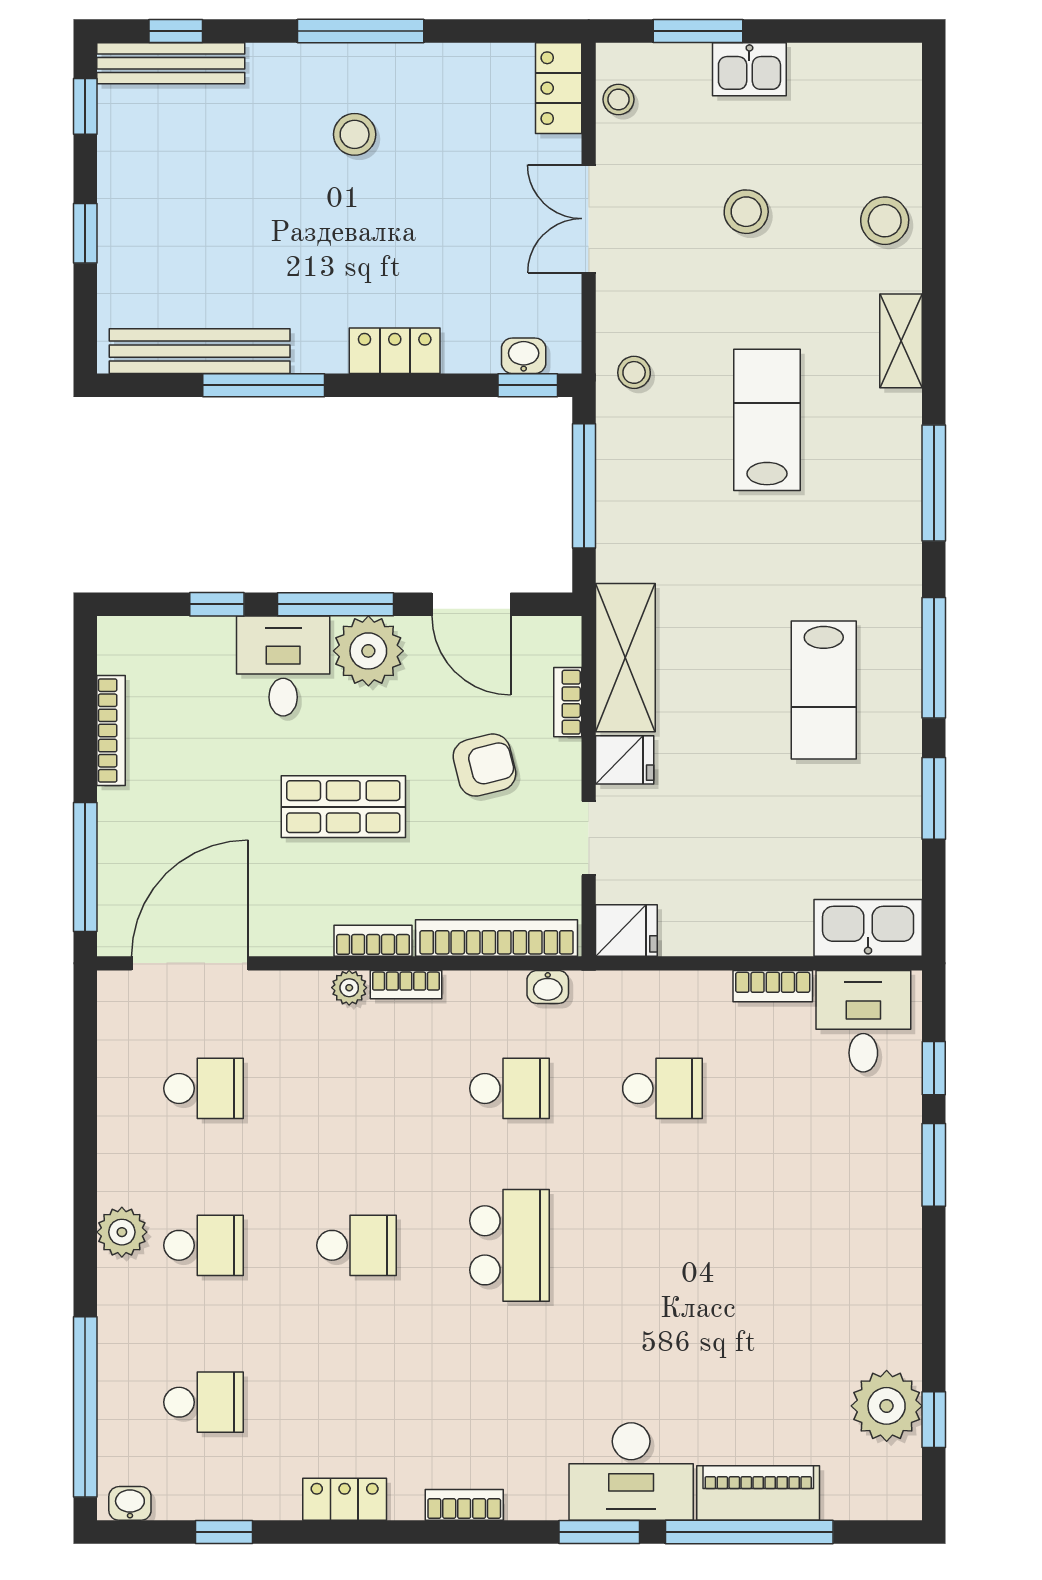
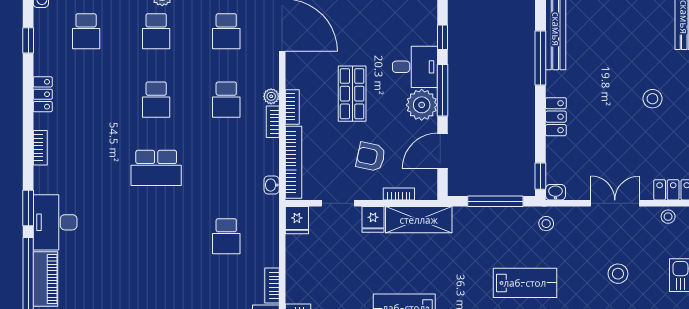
washbasin: (524, 356) -> (555, 192), moved, turned -90
armchair: (484, 765) -> (371, 157), turned 116
school desk: (509, 1088) -> (226, 100), moved

